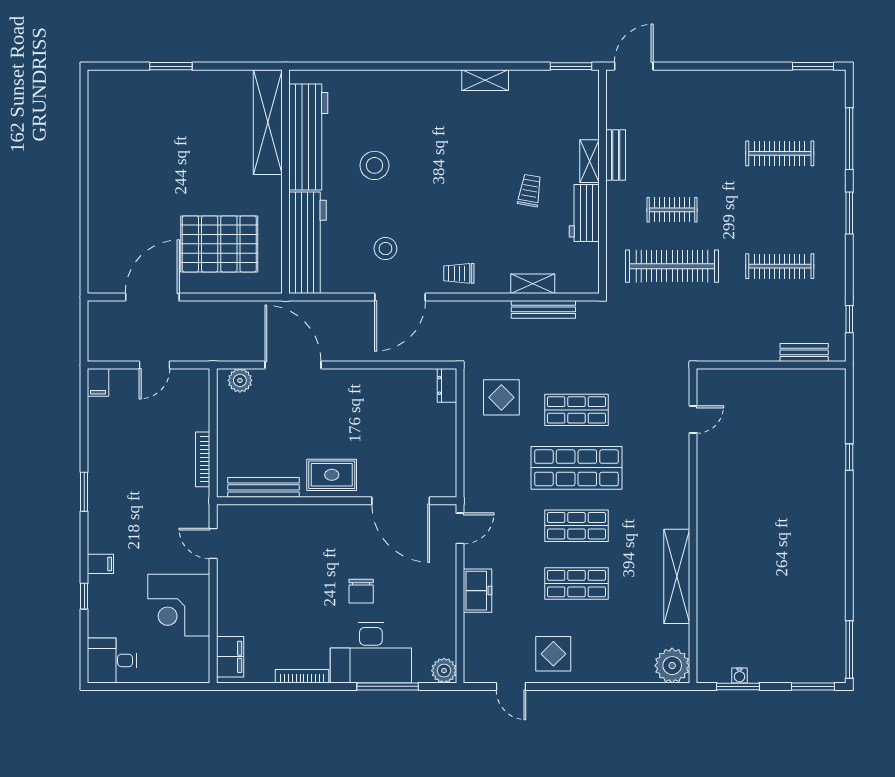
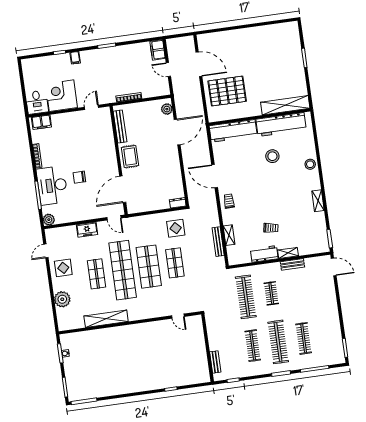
clothes rail: (780, 210) -> (278, 342), added
pallet: (219, 244) -> (227, 91), turned 90
stool: (385, 249) -> (310, 164), moved
filing cabinet: (98, 382) -> (158, 50), width x2.00
shop shelf: (576, 526) -> (123, 270), width x2.00, depth x1.36
desk: (112, 660) -> (37, 102), moved, turned 180
plant: (672, 666) -> (62, 299), moved

